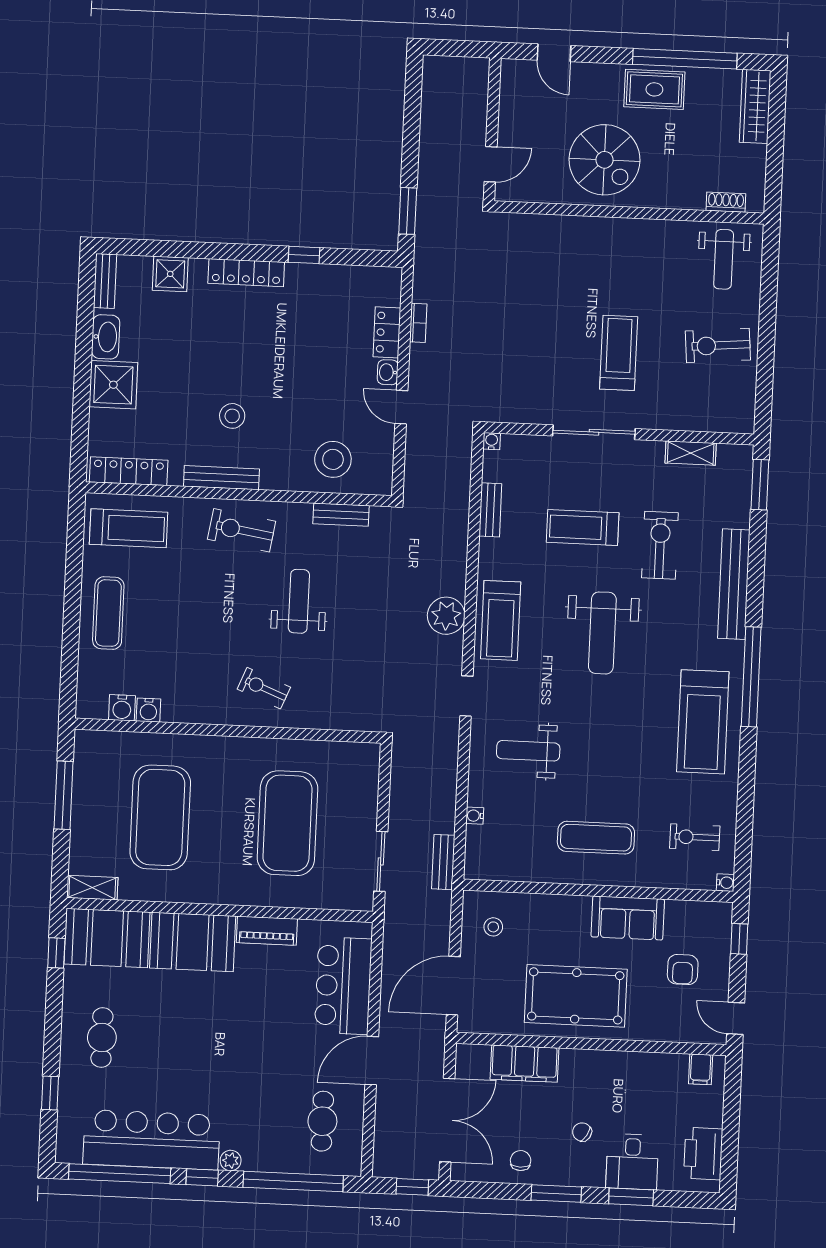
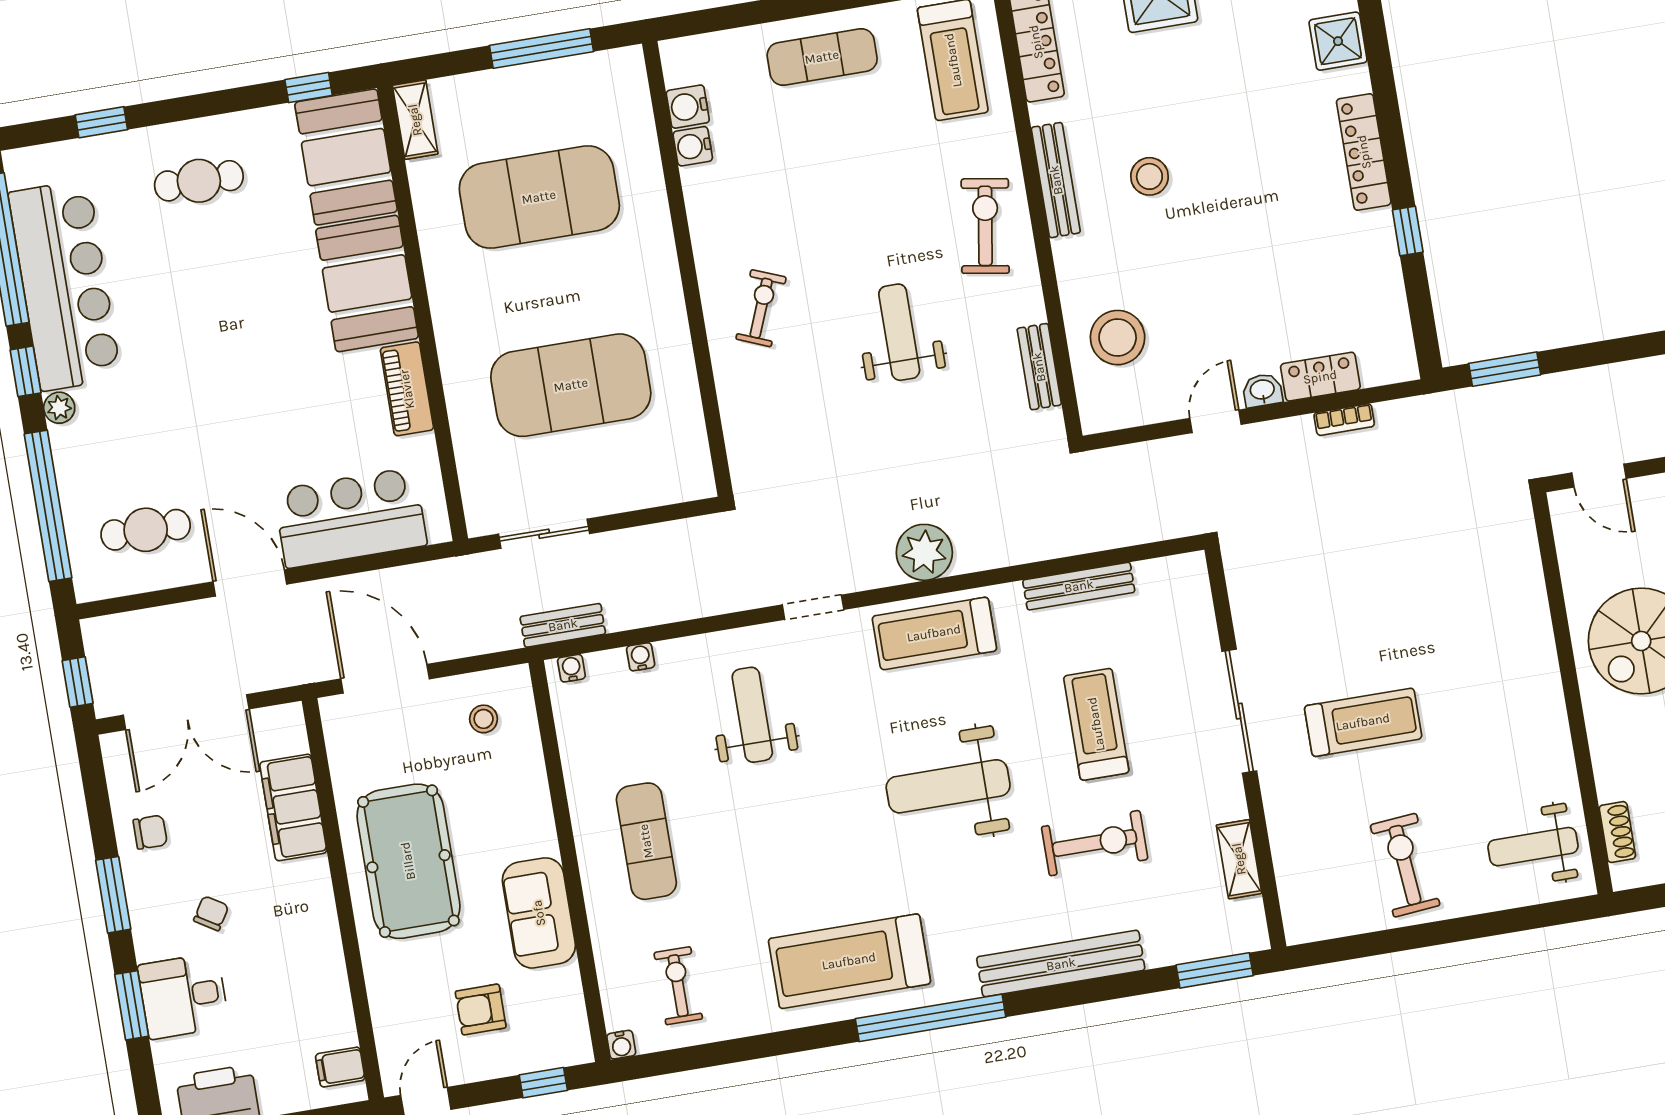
water cooler: (492, 441) -> (571, 668), moved, turned -90
bench: (490, 510) -> (1079, 586), width x1.36
weight bench: (299, 601) -> (899, 332), turned -90

